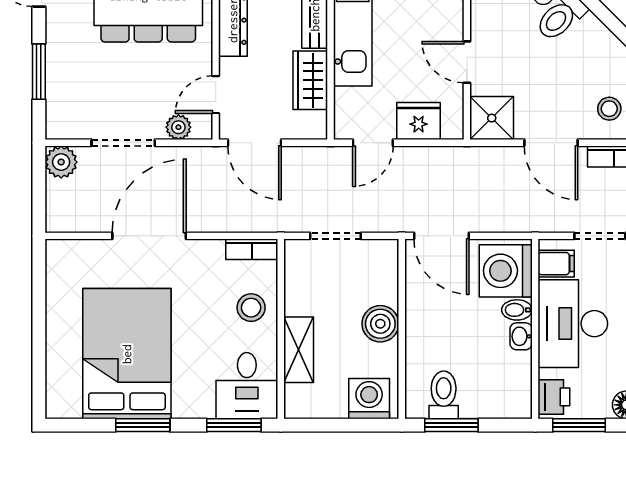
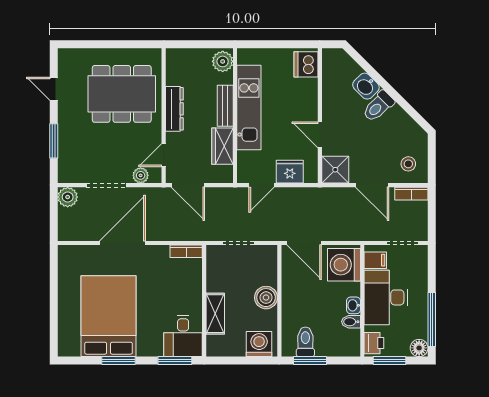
stool: (251, 308) -> (186, 287), removed
bidet: (517, 310) -> (351, 322), moved

